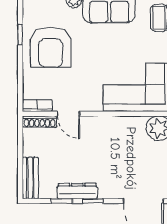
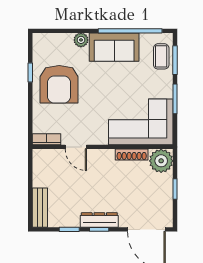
shoe rack: (40, 122) -> (132, 154), moved
dresser: (77, 191) -> (99, 220), moved

